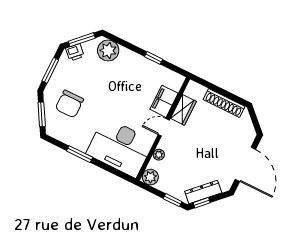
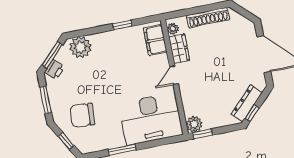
filing cabinet: (164, 101) -> (155, 40), moved
chair: (69, 104) -> (82, 115), turned 94
window: (42, 114) -> (66, 141), width x0.67
plant: (159, 155) -> (173, 29), moved
window: (173, 200) -> (203, 134), moved

